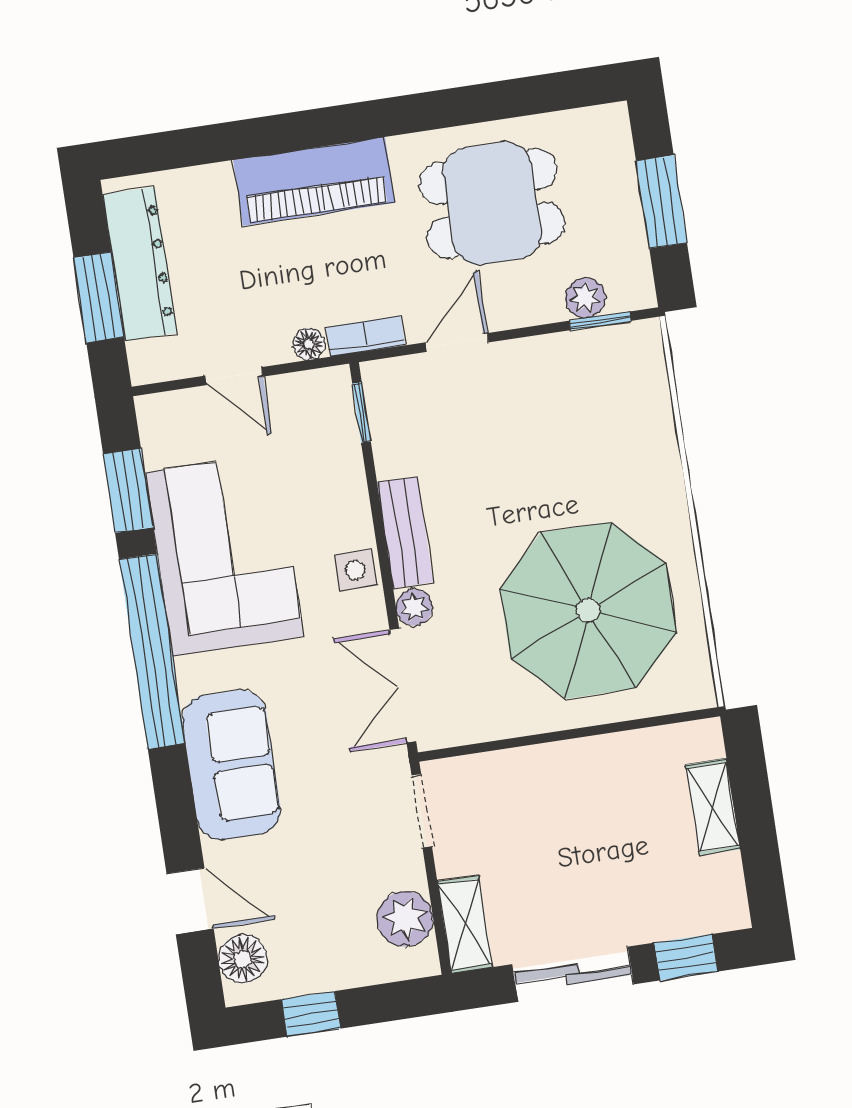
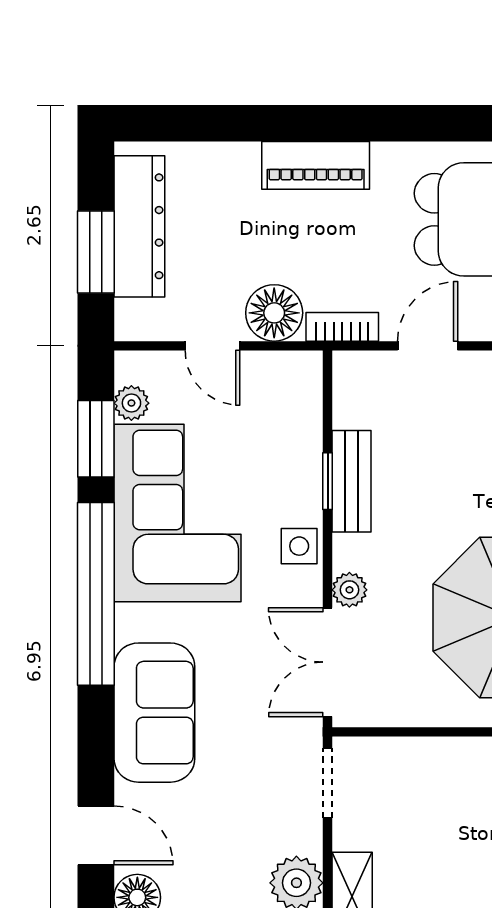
piano: (314, 181) -> (316, 165), width x0.73, depth x0.75
floor lamp: (309, 344) -> (274, 313), width x1.89, depth x1.89
window: (361, 412) -> (328, 481), moved
plant: (159, 448) -> (131, 403), added
bench: (405, 532) -> (352, 481), moved

